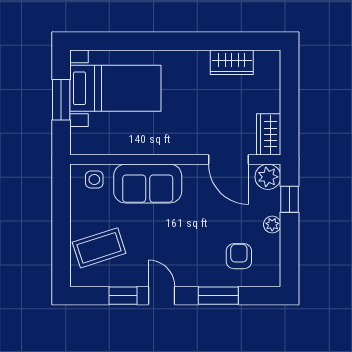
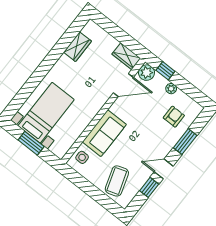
armchair: (239, 256) -> (174, 117), turned 90

